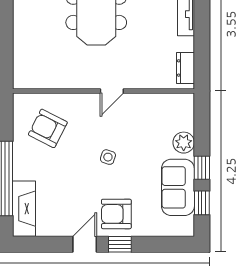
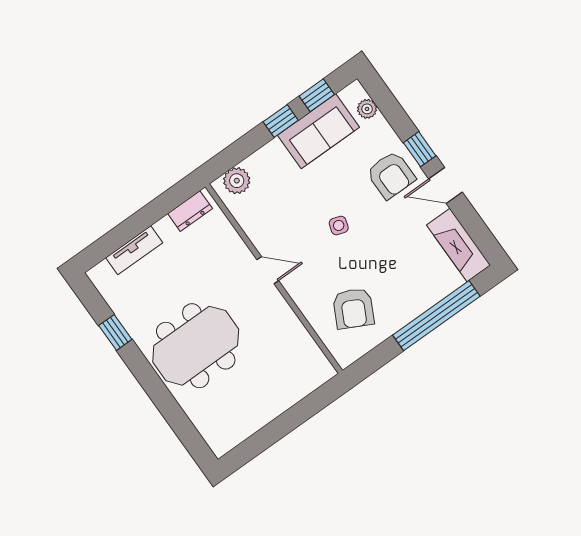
plant: (184, 143) -> (237, 181), moved
fireplace: (24, 209) -> (458, 245), moved, turned -90
plant: (170, 229) -> (367, 109), added

